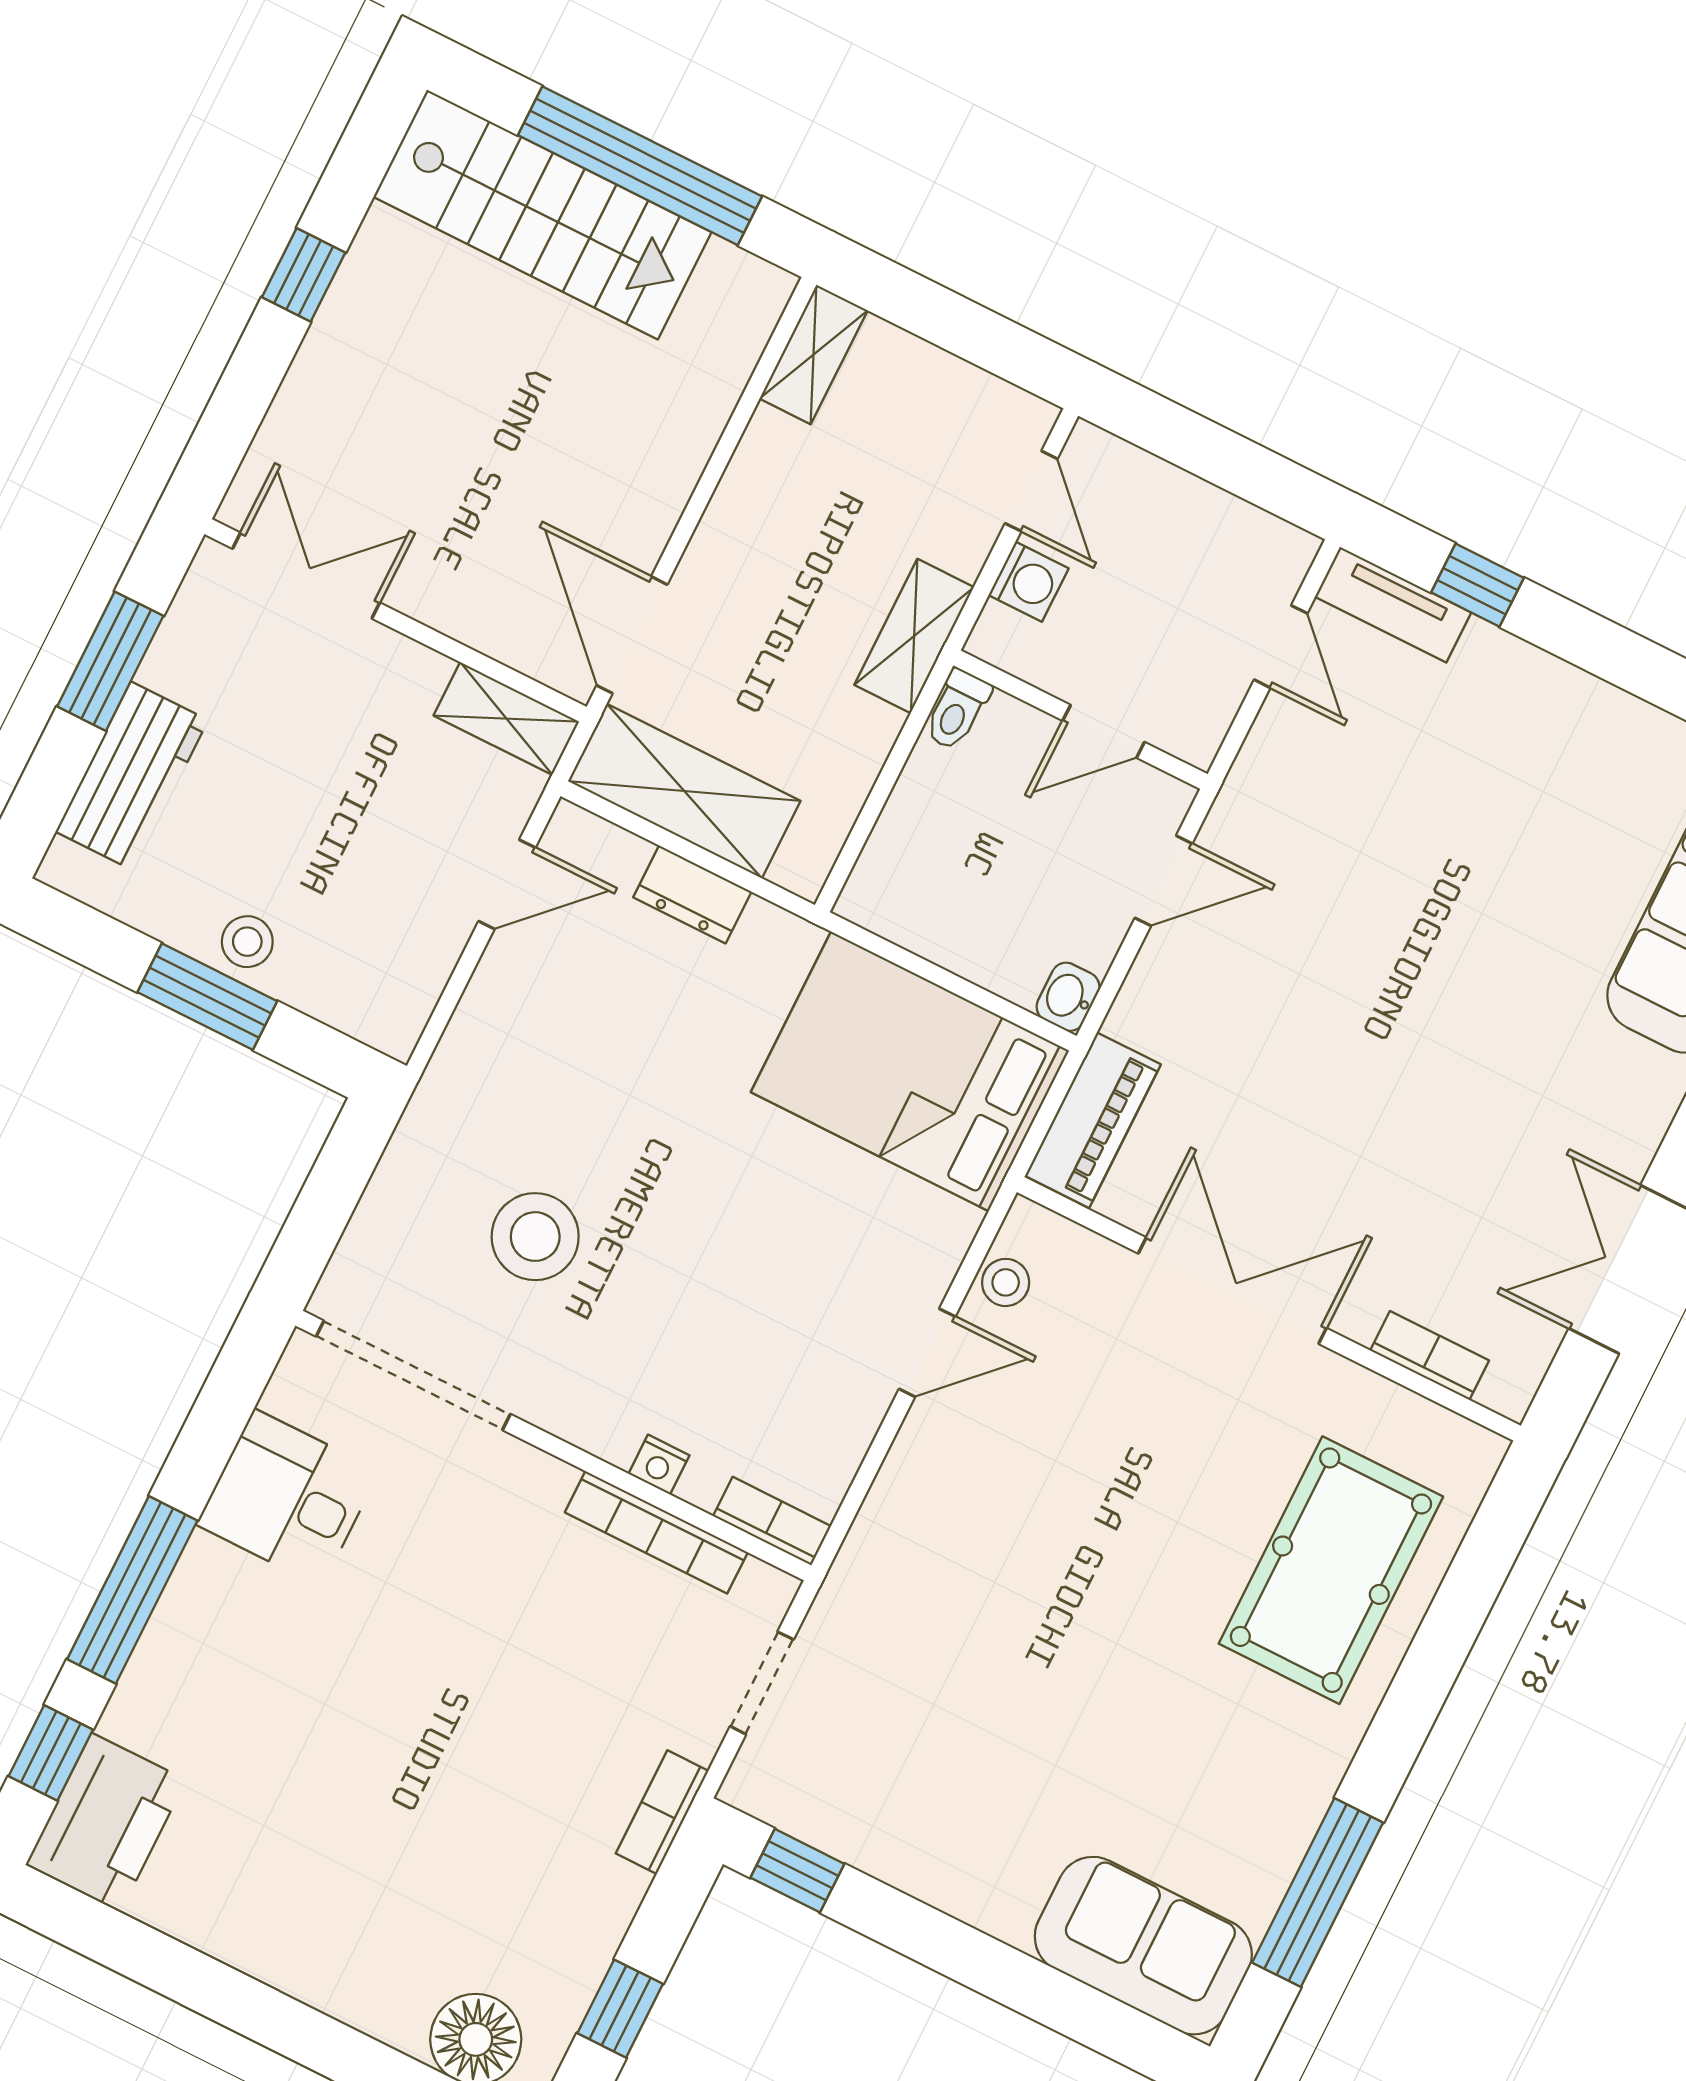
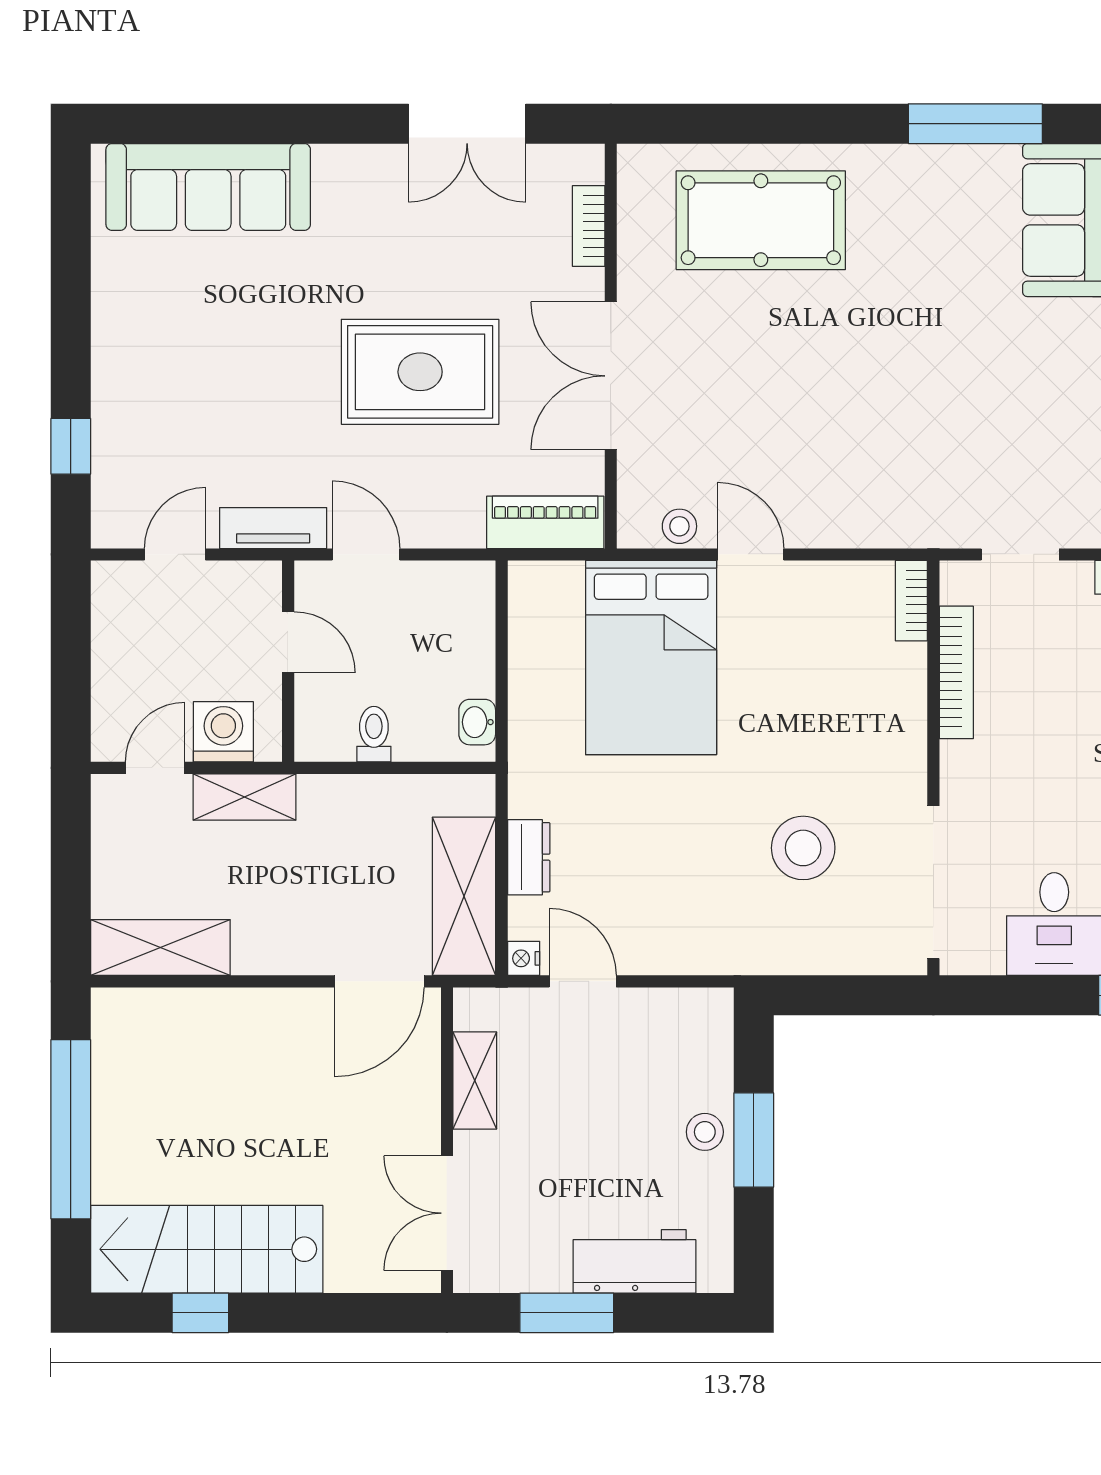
stairs: (542, 214) -> (207, 1249), moved, turned -90
window: (304, 275) -> (200, 1313), moved
shelving: (814, 354) -> (160, 947), width x1.50, depth x1.33
washing machine: (1029, 582) -> (223, 732), width x1.38, depth x1.38
tv unit: (1393, 605) -> (273, 528), moved, turned -90
shelving: (914, 636) -> (245, 797), moved
toilet: (957, 710) -> (374, 734), moved, turned -90
shelving: (506, 719) -> (475, 1081), moved
washbasin: (1068, 997) -> (477, 722), moved, turned 90
rug: (1354, 1059) -> (420, 372), added
bed: (910, 1071) -> (651, 658), moved
nightstand: (659, 1465) -> (524, 958), moved, turned 180

